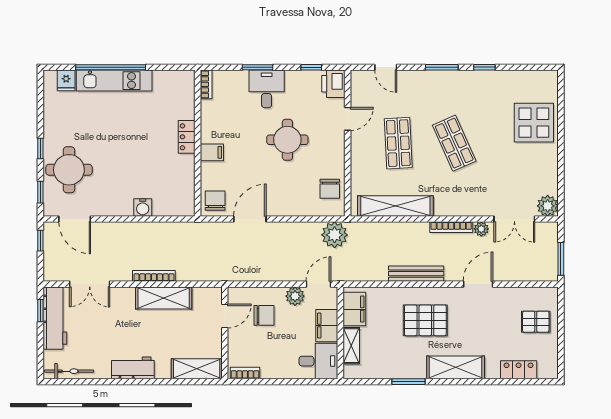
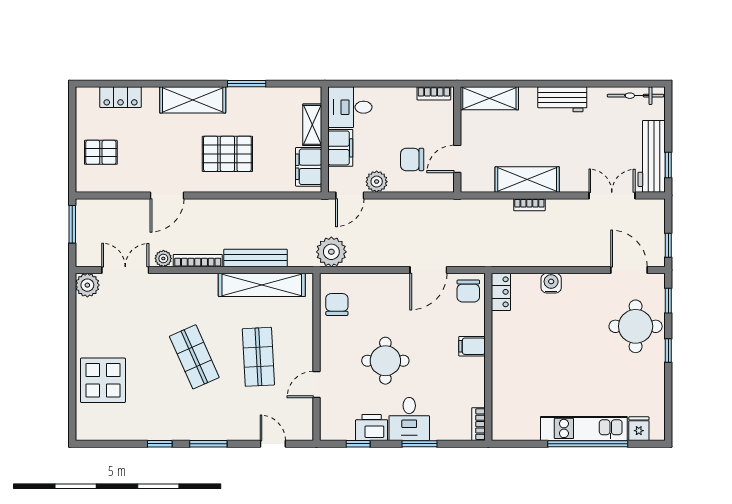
printer: (333, 84) -> (372, 428), moved, turned -90
locker: (187, 137) -> (501, 292), moved
bench: (416, 274) -> (255, 258), moved
bookcase: (154, 276) -> (529, 205), width x0.64

